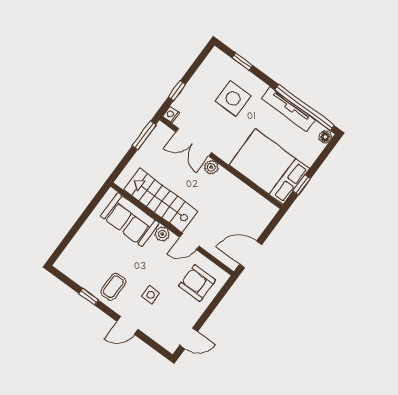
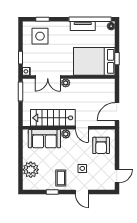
side table: (233, 98) -> (40, 36), moved
tv unit: (288, 109) -> (83, 26), width x0.71
door: (189, 242) -> (82, 128), hinge flipped
plant: (82, 247) -> (31, 170), added
armchair: (197, 283) -> (101, 145), turned -90
door: (127, 325) -> (82, 192), hinge flipped

